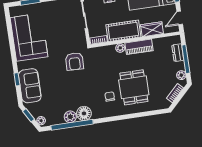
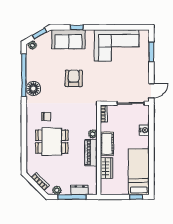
door: (180, 18) -> (114, 197), removed
cot: (123, 31) -> (107, 144), width x0.73, depth x0.75
armchair: (75, 61) -> (74, 78), moved, turned 88
plant: (70, 117) -> (32, 75), removed

